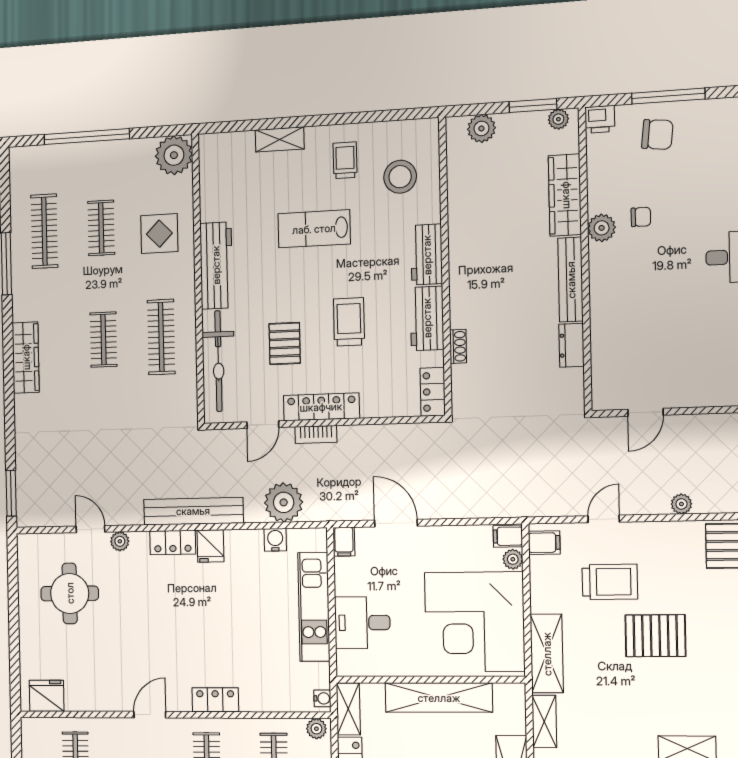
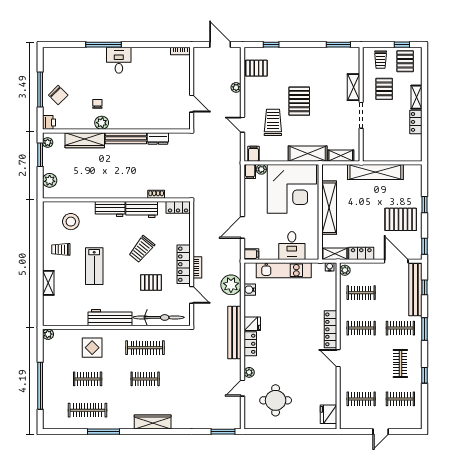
chair: (657, 134) -> (58, 95), turned 129
plant: (174, 155) -> (48, 334), width x0.53, depth x0.53
trolley: (349, 322) -> (142, 249), turned -51
locker: (215, 700) -> (330, 329), width x1.53

